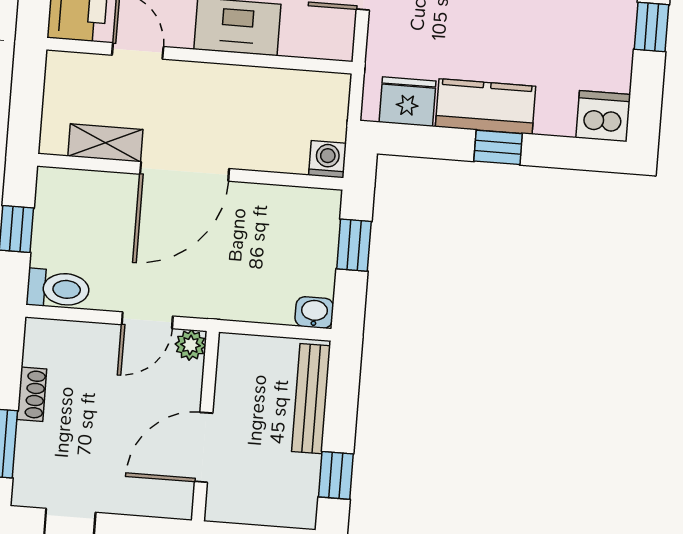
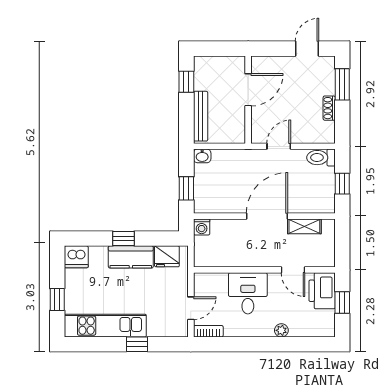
plant: (190, 345) -> (258, 136), removed

